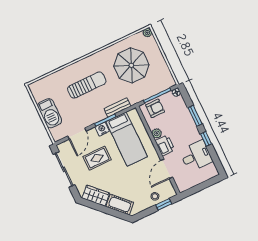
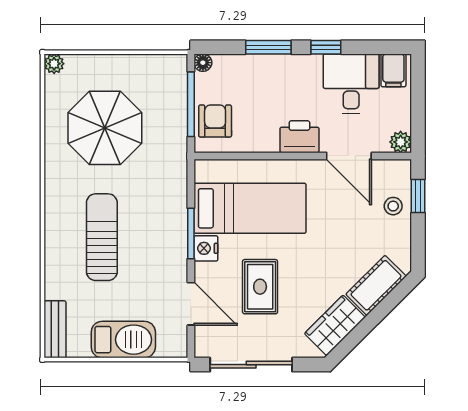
bench: (117, 107) -> (55, 329), moved
plant: (157, 133) -> (401, 142), moved
filing cabinet: (210, 170) -> (393, 70), added

